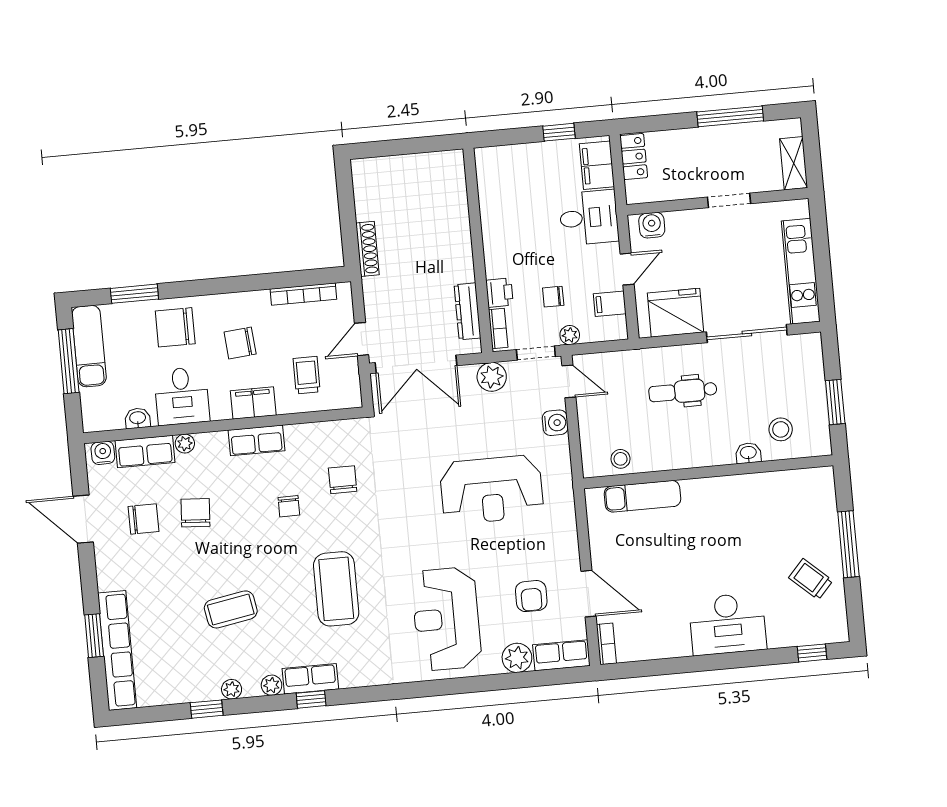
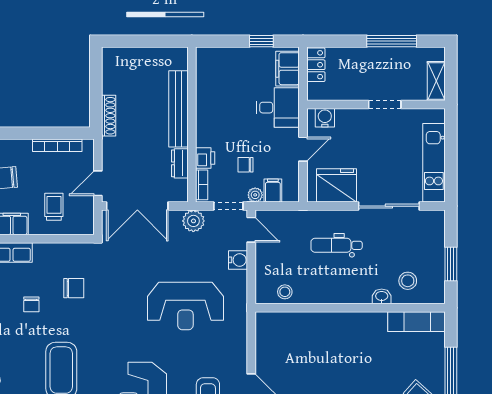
bench: (458, 231) -> (178, 109), added
filing cabinet: (610, 304) -> (273, 191), moved, turned 90
dresser: (467, 311) -> (180, 163), width x0.70
chair: (343, 480) -> (74, 288), turned 90
exam couch: (642, 496) -> (416, 322), moved

